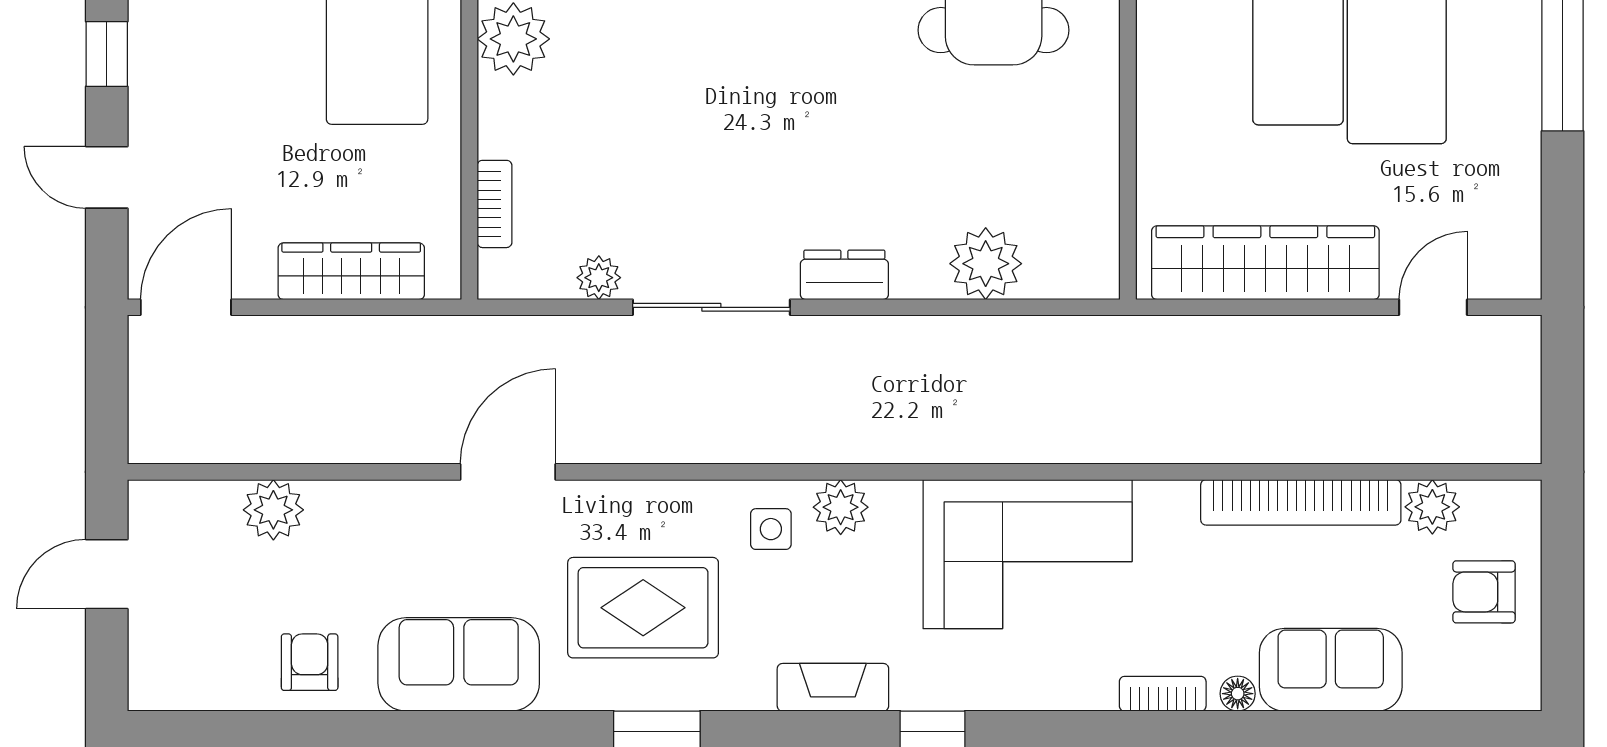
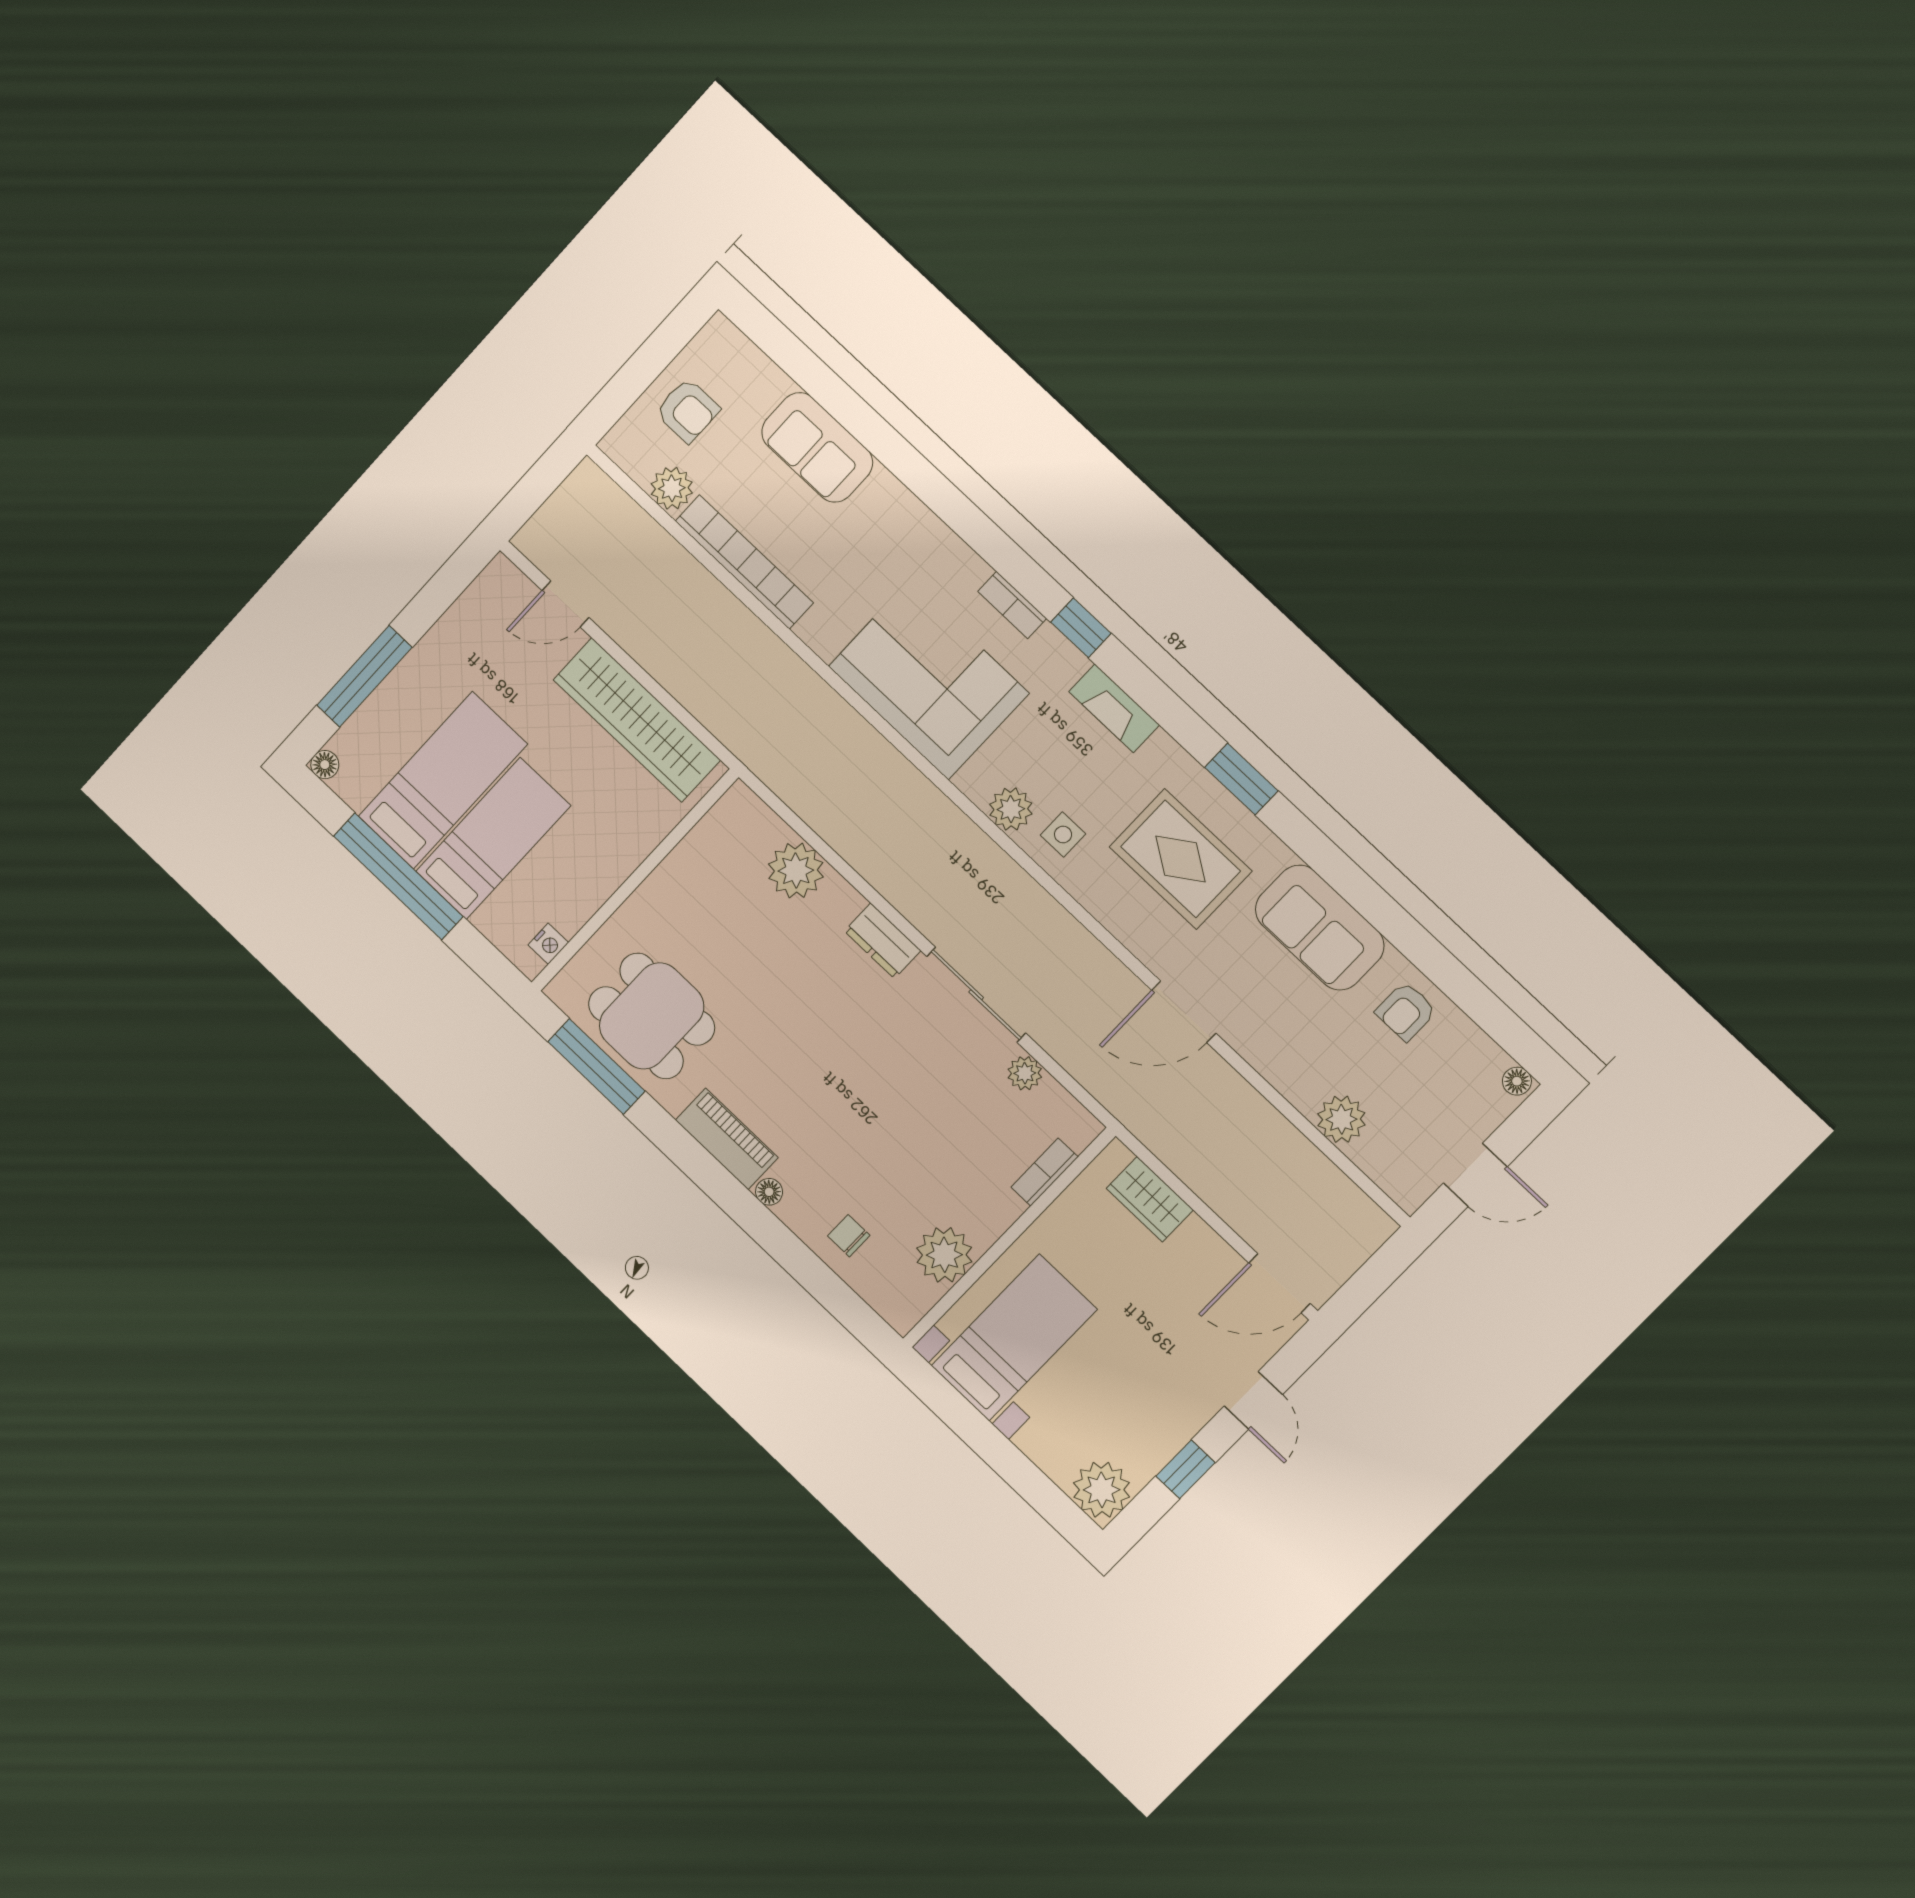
wardrobe: (351, 271) -> (1150, 1199), width x0.67
bookcase: (1163, 694) -> (1012, 605), moved
floor lamp: (1238, 694) -> (1517, 1081), moved

